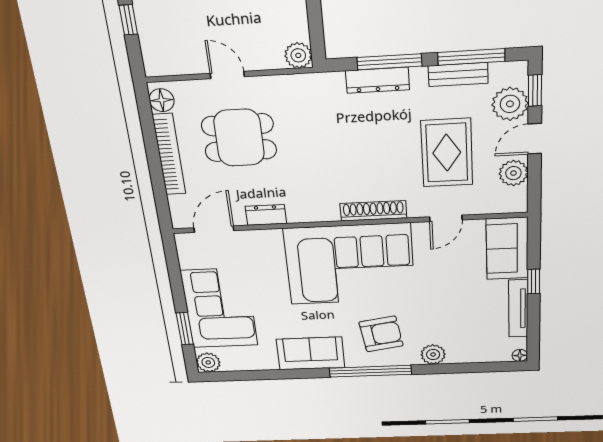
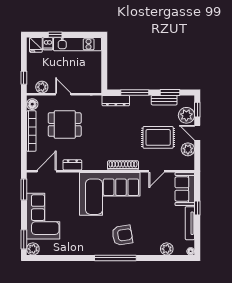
window: (128, 20) -> (24, 78), moved
plant: (298, 55) -> (42, 87), moved
window: (471, 57) -> (170, 92), width x0.69
dresser: (377, 80) -> (116, 101), moved
door: (535, 139) -> (197, 133), hinge flipped
rug: (447, 153) -> (158, 137), turned 90
window: (173, 264) -> (24, 190), added
window: (185, 329) -> (24, 239), moved
sofa: (311, 353) -> (86, 246), removed
plant: (433, 354) -> (167, 249), moved

